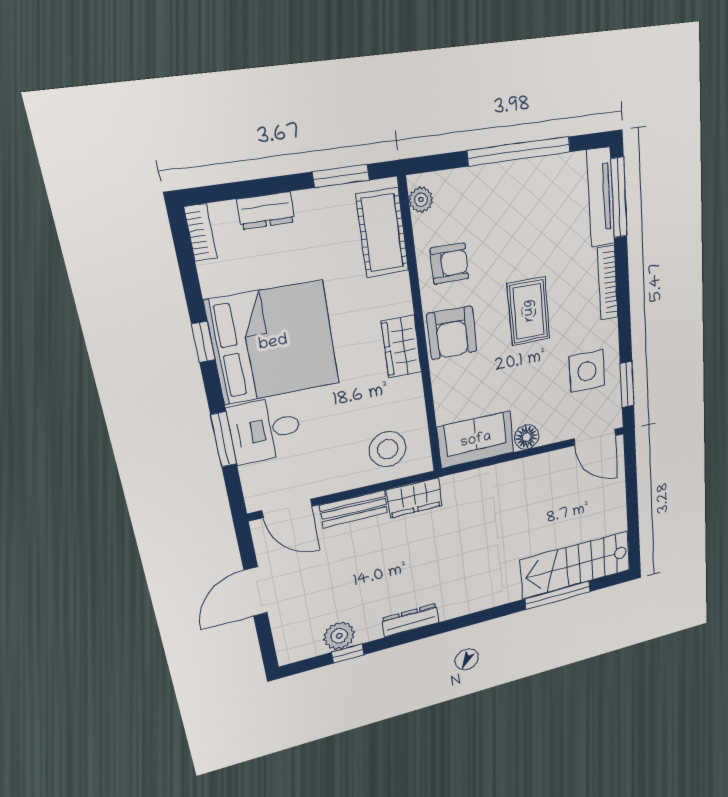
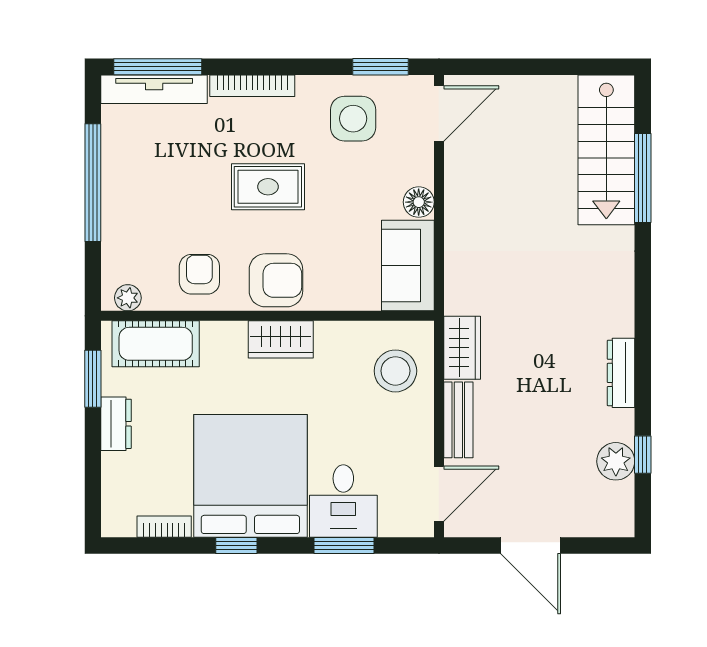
dresser: (266, 211) -> (116, 424), moved
bookcase: (200, 233) -> (164, 527), moved

